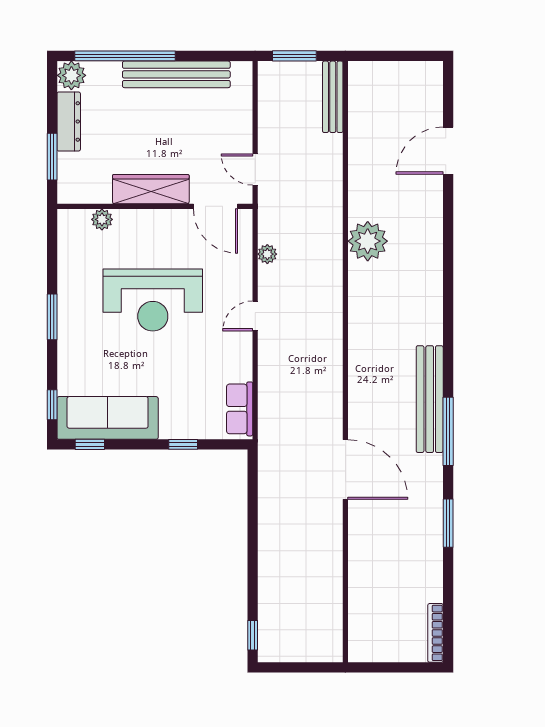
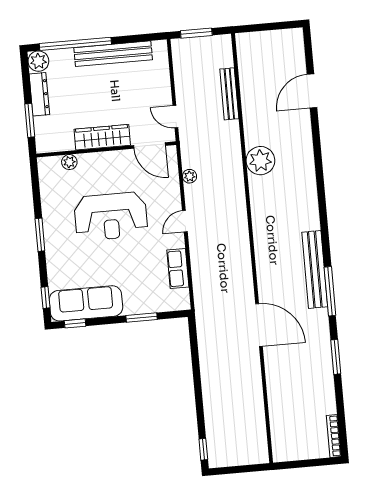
bench: (333, 97) -> (229, 94), moved
row of seats: (240, 409) -> (178, 269), moved
window: (183, 444) -> (142, 317), width x1.50

